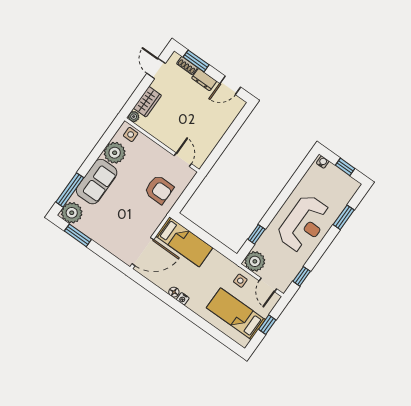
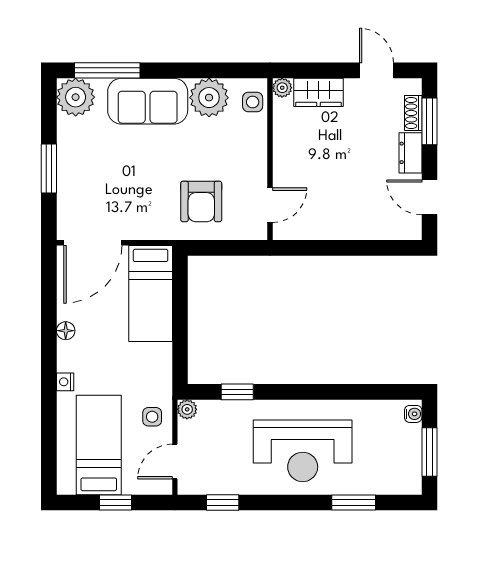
door: (156, 68) -> (377, 70), hinge flipped
window: (345, 167) -> (430, 452), width x1.50
window: (78, 235) -> (49, 168), moved
door: (143, 252) -> (93, 243), hinge flipped
plant: (255, 261) -> (187, 409), width x0.53, depth x0.53
nightstand: (183, 299) -> (65, 382), moved

